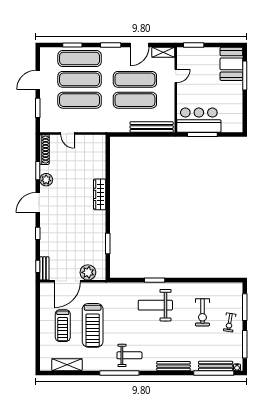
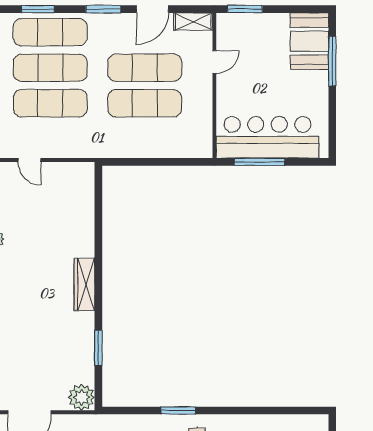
bar counter: (199, 120) -> (267, 137), width x1.36
bench: (152, 127) -> (173, 149), removed
wardrobe: (100, 194) -> (84, 284), moved
plant: (88, 272) -> (81, 397), moved

